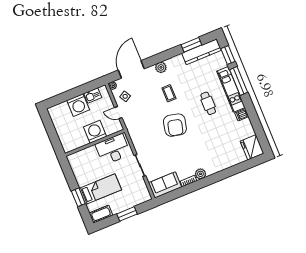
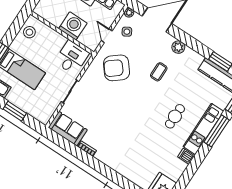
armchair: (175, 125) -> (117, 68), moved, turned 38
desk: (113, 149) -> (72, 57), width x0.73
stool: (78, 165) -> (29, 32), added
plant: (200, 174) -> (102, 155), removed

